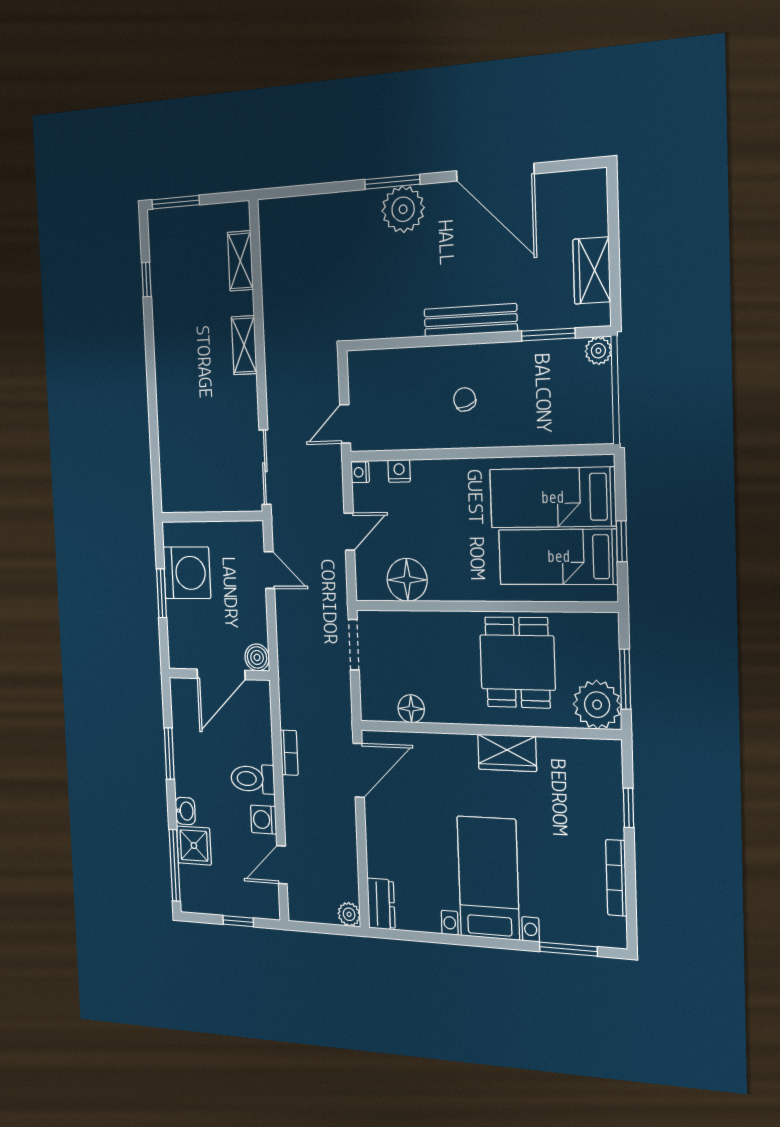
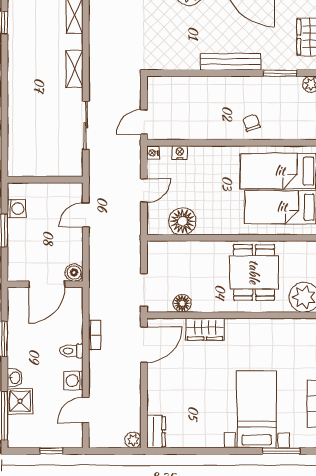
chair: (465, 399) -> (251, 123), moved
sliding door: (265, 467) -> (86, 125), moved
door: (269, 570) -> (86, 215), swing flipped
washing machine: (187, 573) -> (16, 209), width x0.53, depth x0.53
doorway: (354, 645) -> (144, 290), moved
wardrobe: (507, 753) -> (205, 329), moved
toilet: (253, 779) -> (71, 351), width x0.73, depth x0.72
bed with nightstands: (488, 878) -> (257, 409), moved

